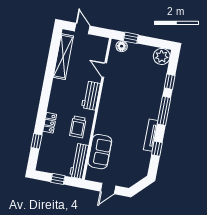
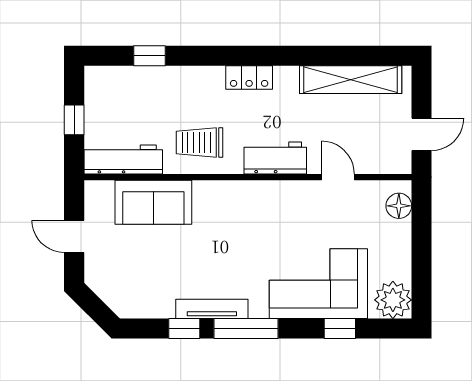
door: (82, 29) -> (422, 134), moved
window: (131, 38) -> (422, 223), removed
door: (104, 70) -> (338, 177), hinge flipped
corner sofa: (149, 87) -> (318, 284), added
window: (164, 111) -> (246, 328), moved
locker: (50, 123) -> (249, 78), moved

